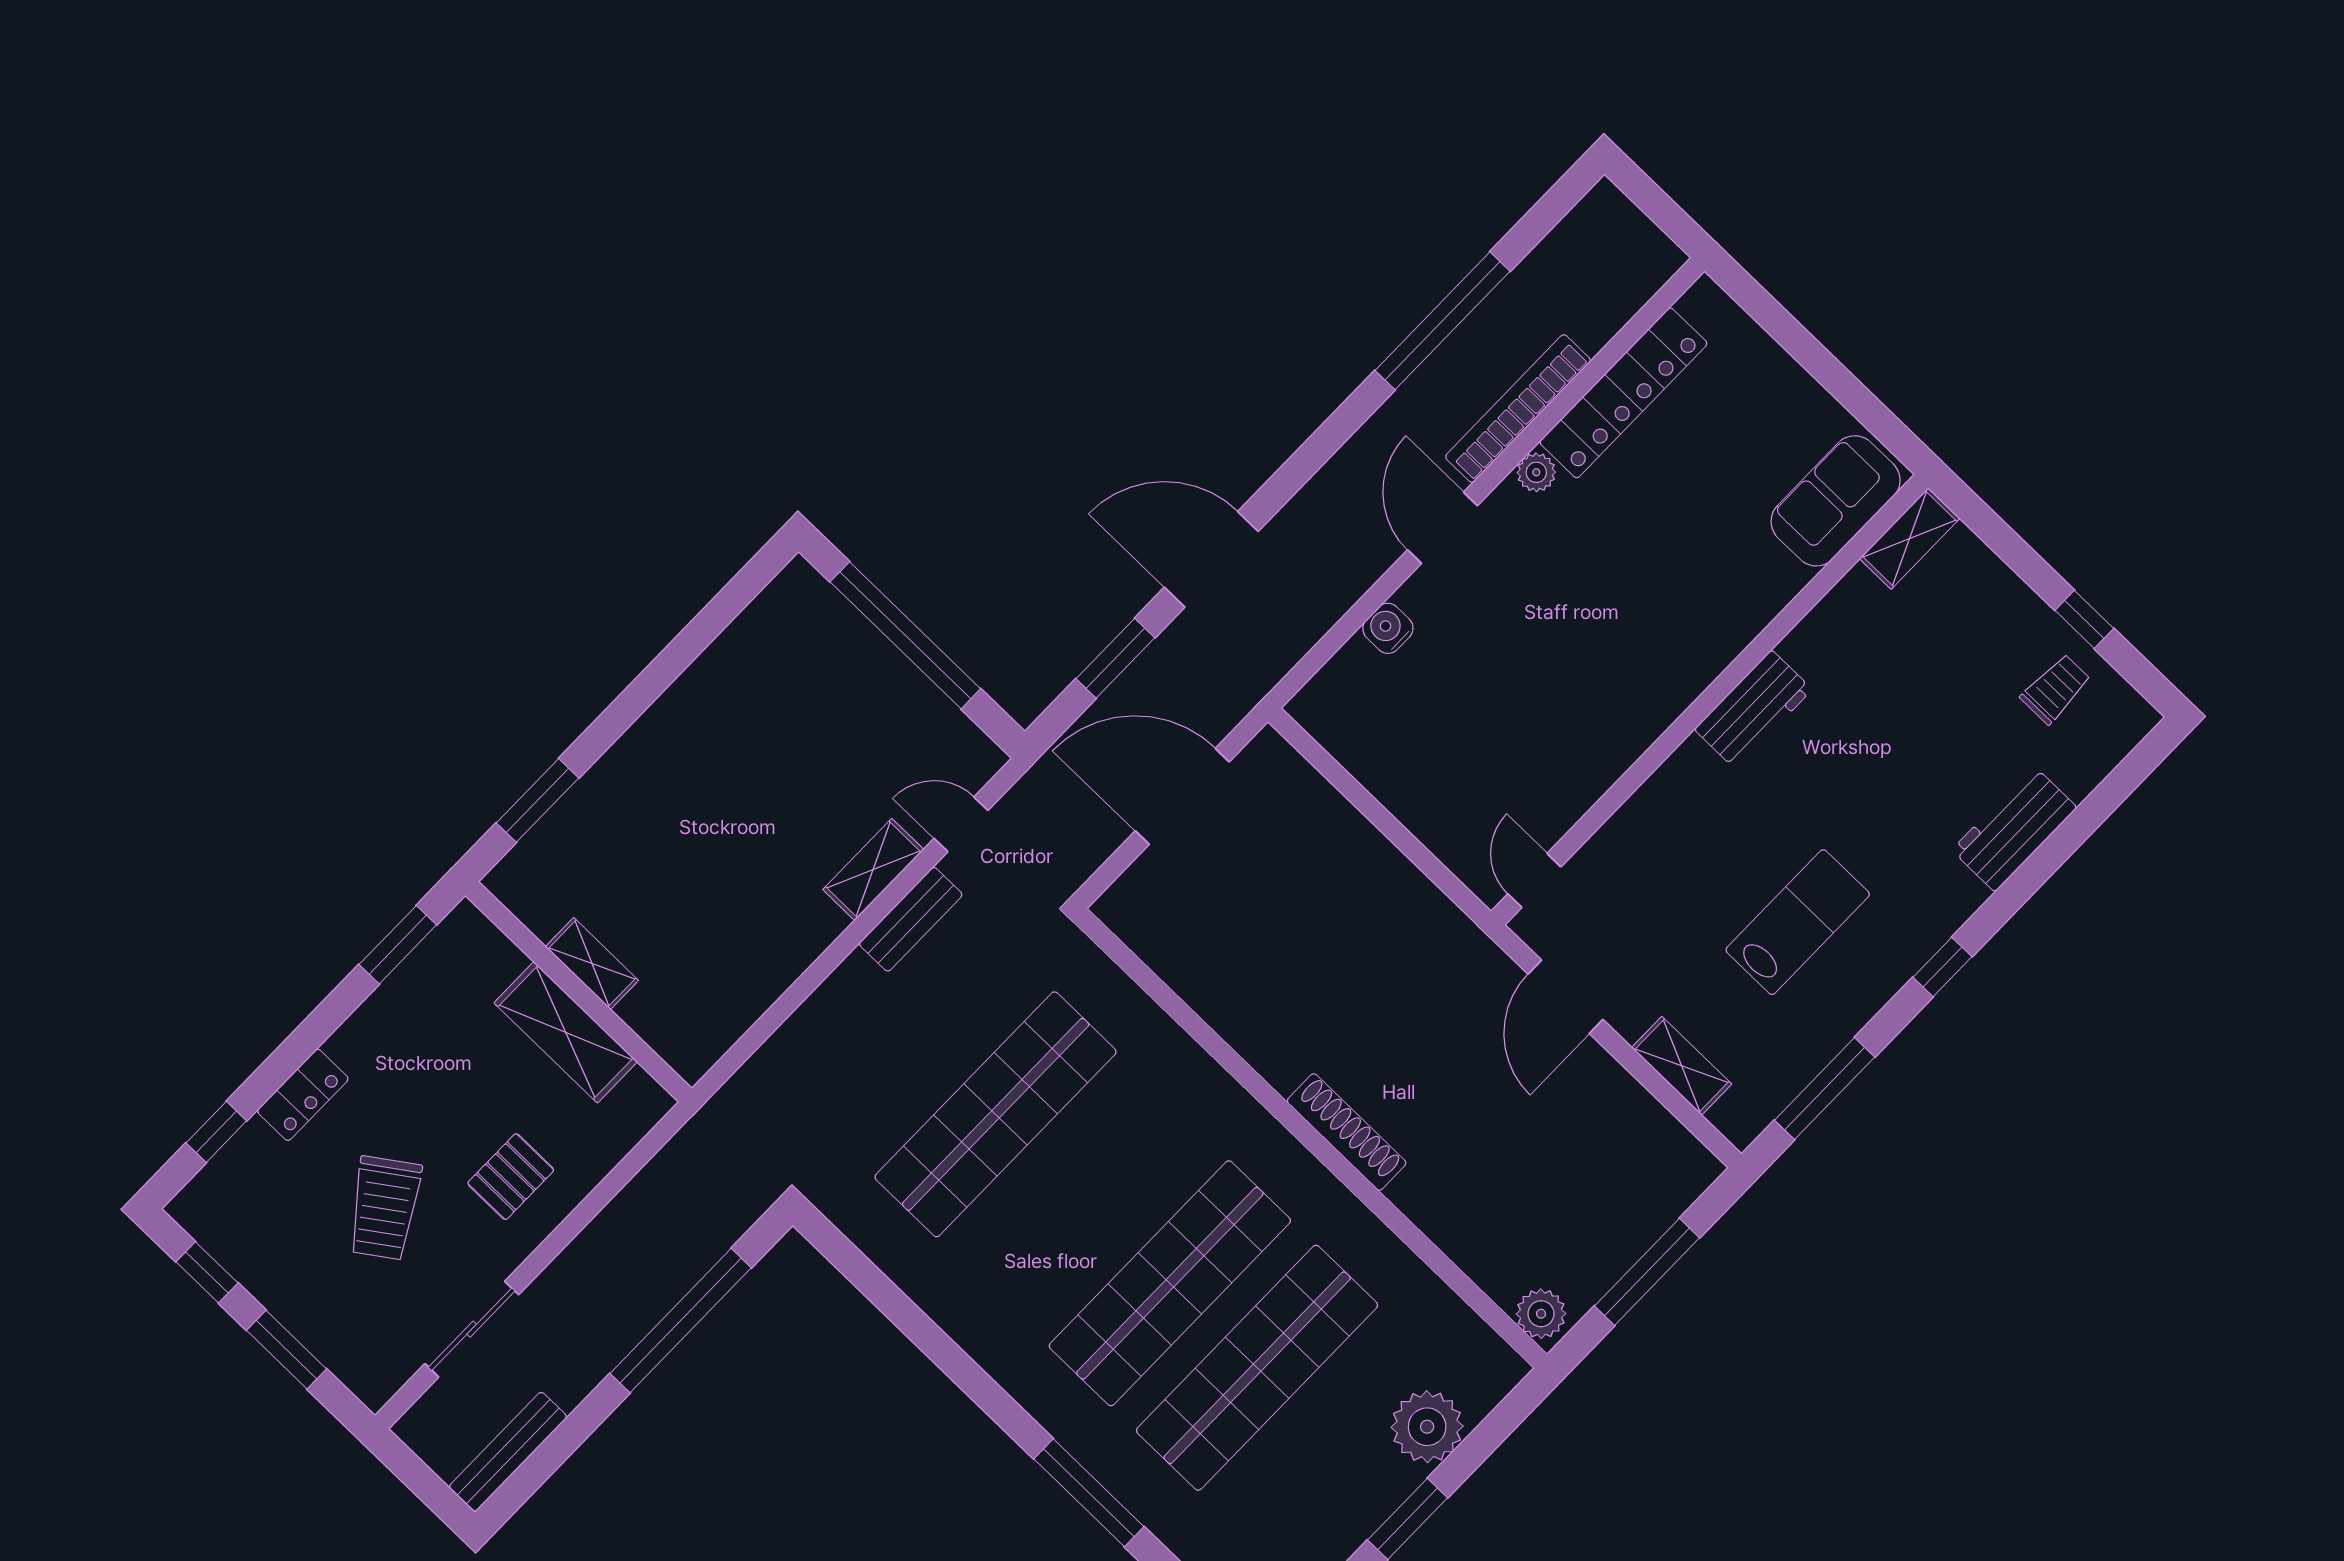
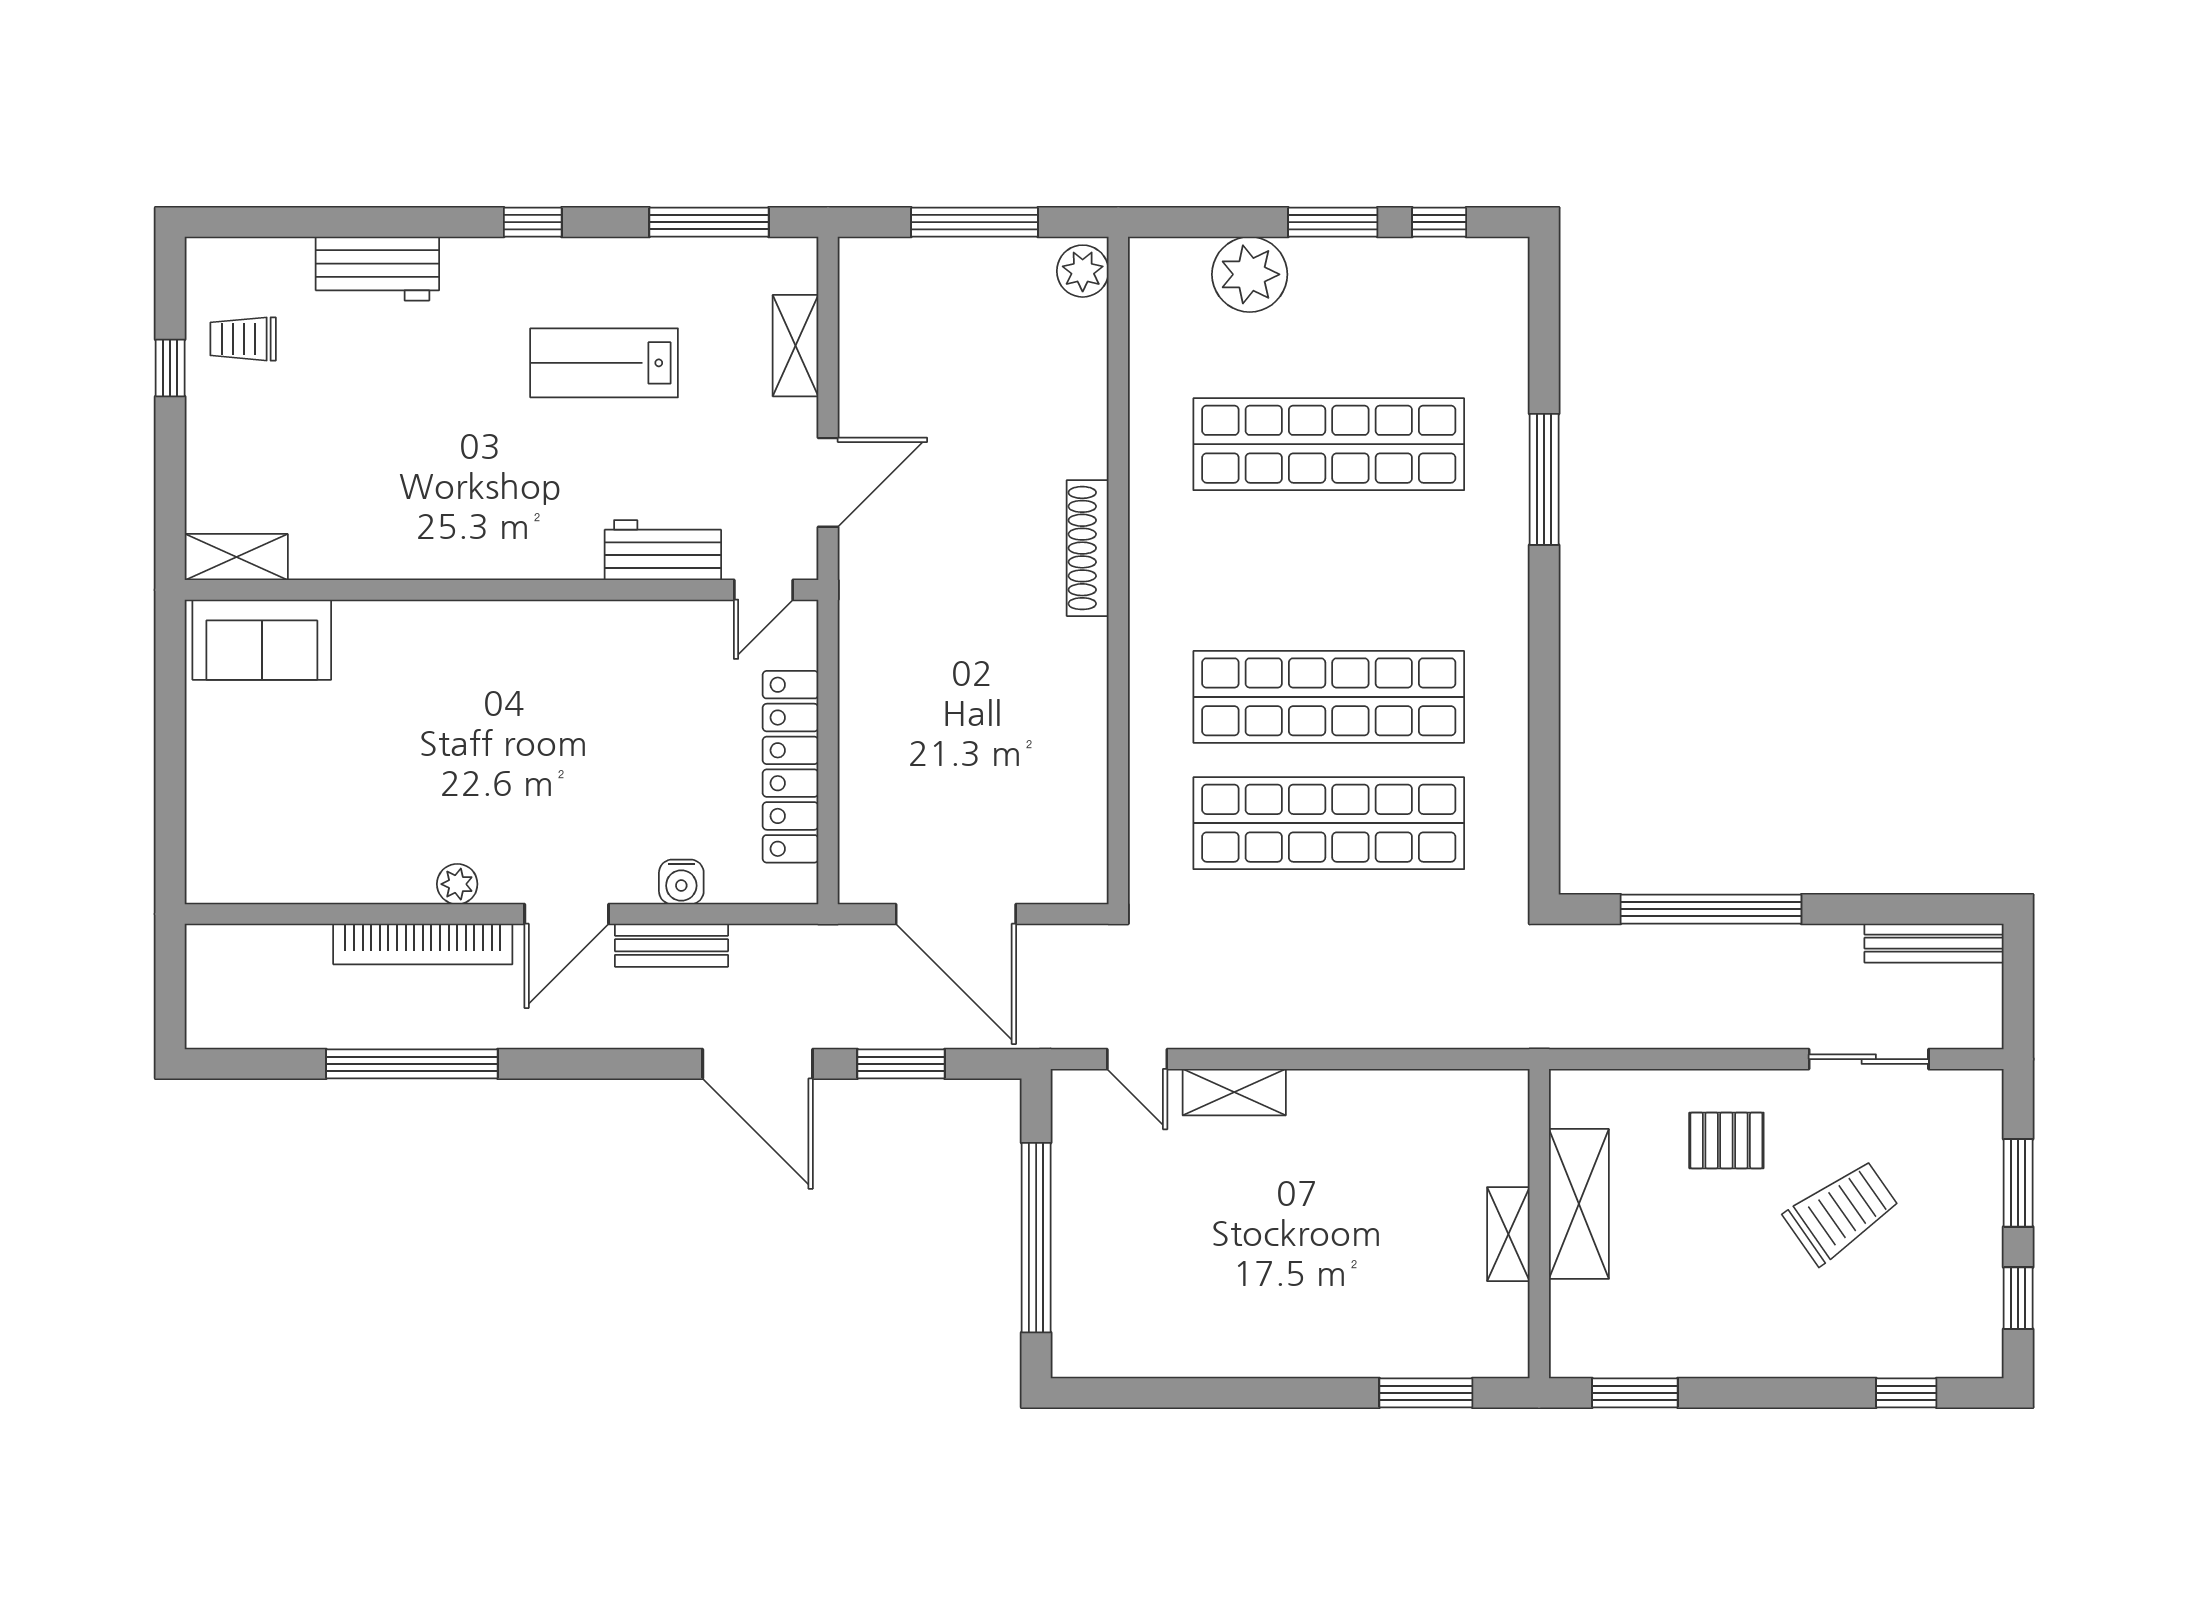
locker: (1623, 393) -> (791, 767), moved, turned -90
workbench: (1753, 709) -> (663, 550), moved
bench: (911, 919) -> (671, 945), moved
locker: (303, 1095) -> (1816, 1355), removed
shop shelf: (1170, 1283) -> (1329, 697), moved

